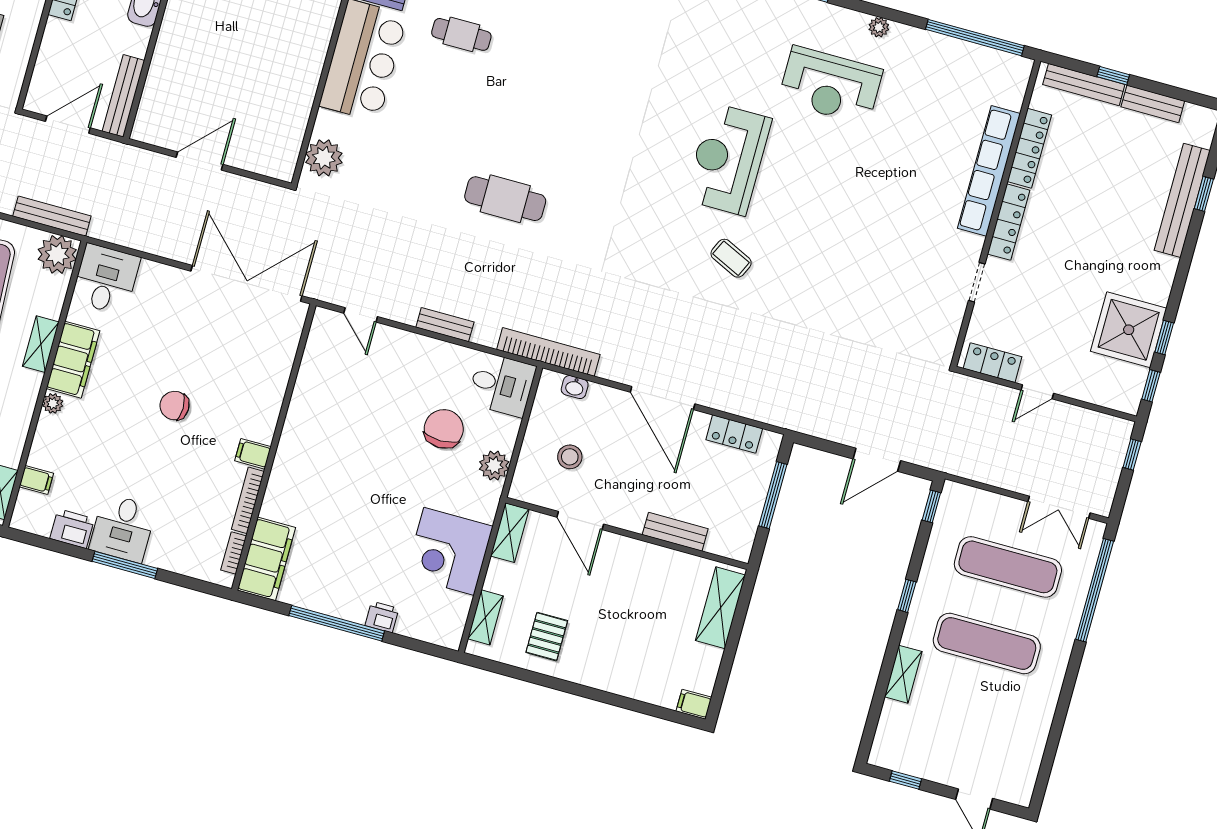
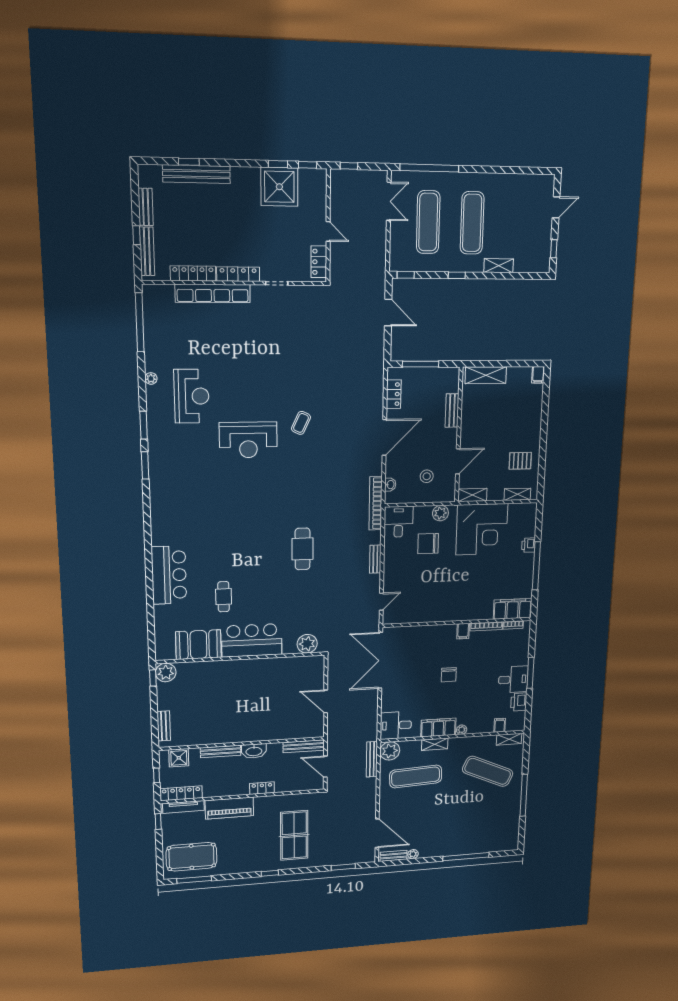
corner desk: (449, 551) -> (482, 529), width x1.36, depth x1.36

